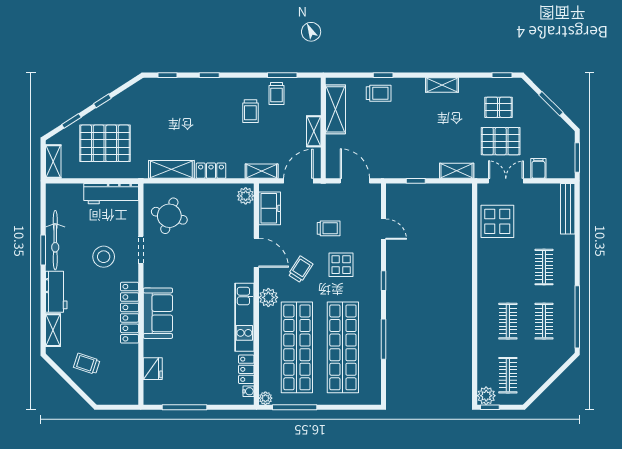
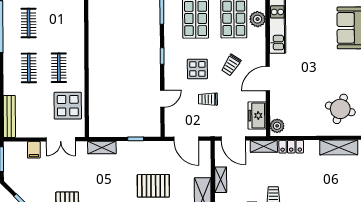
pallet: (501, 141) -> (153, 186), moved
locker: (211, 171) -> (291, 147), moved
door: (298, 181) -> (233, 138), hinge flipped
door: (383, 229) -> (162, 99), swing flipped
door: (256, 253) -> (268, 79), hinge flipped
plant: (268, 297) -> (258, 19), moved
clothes rail: (508, 321) -> (59, 68), moved

